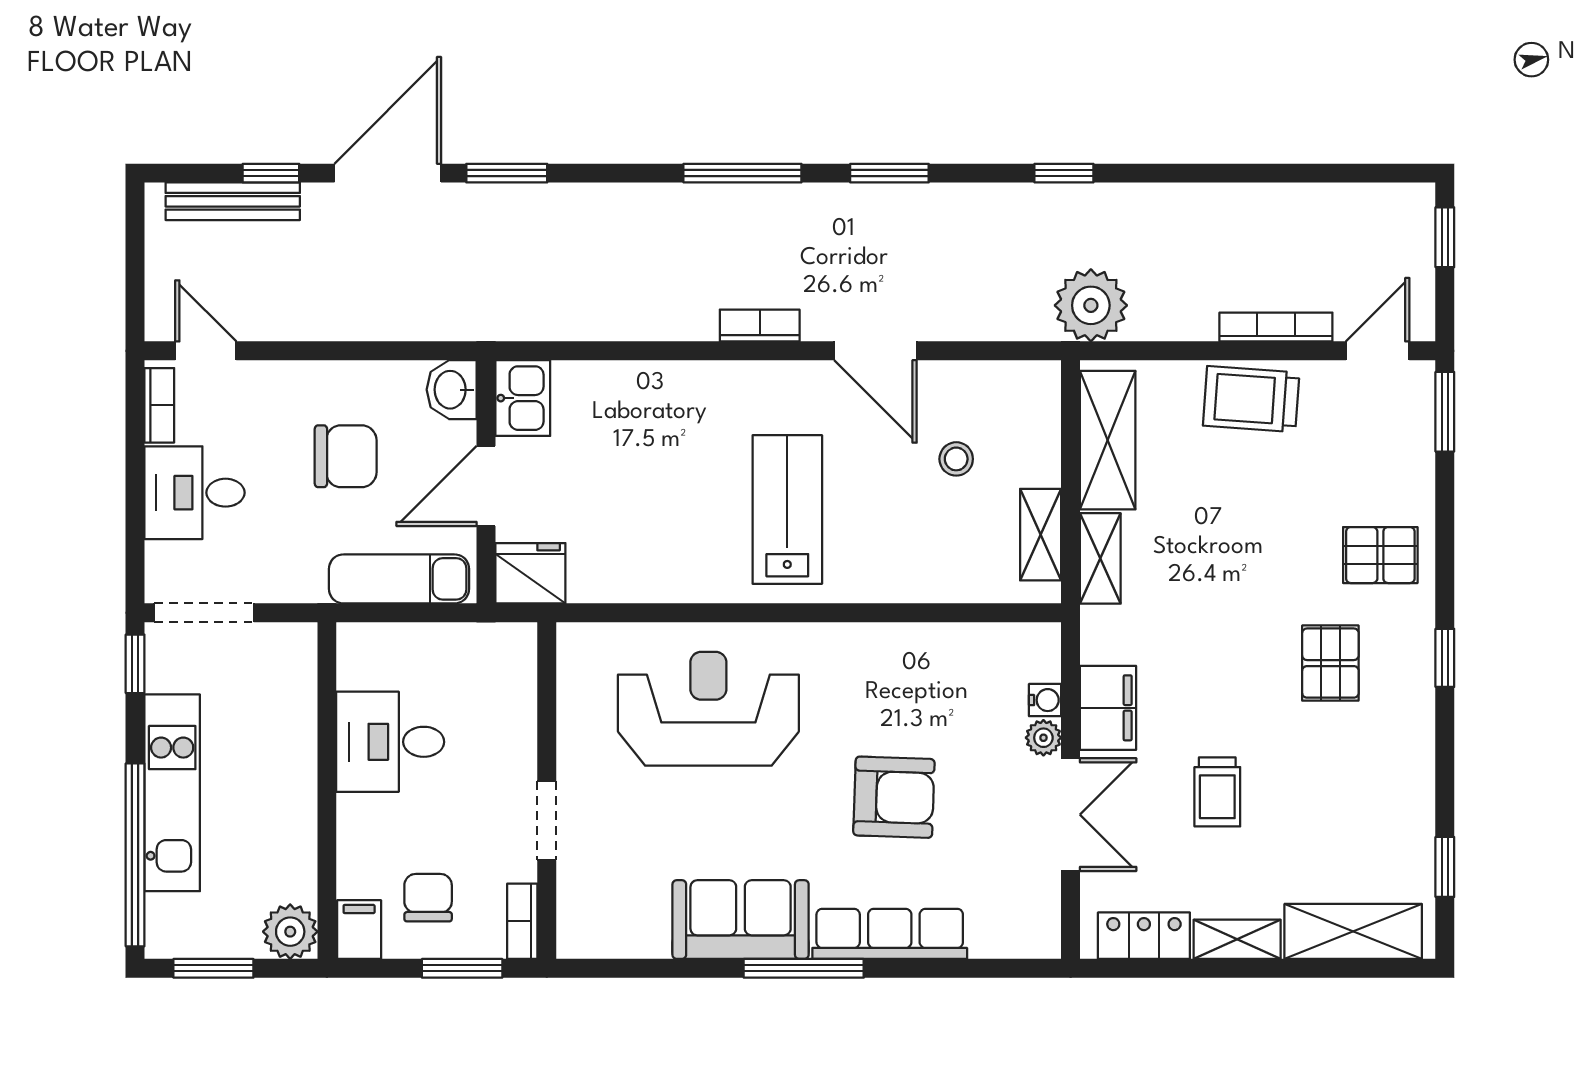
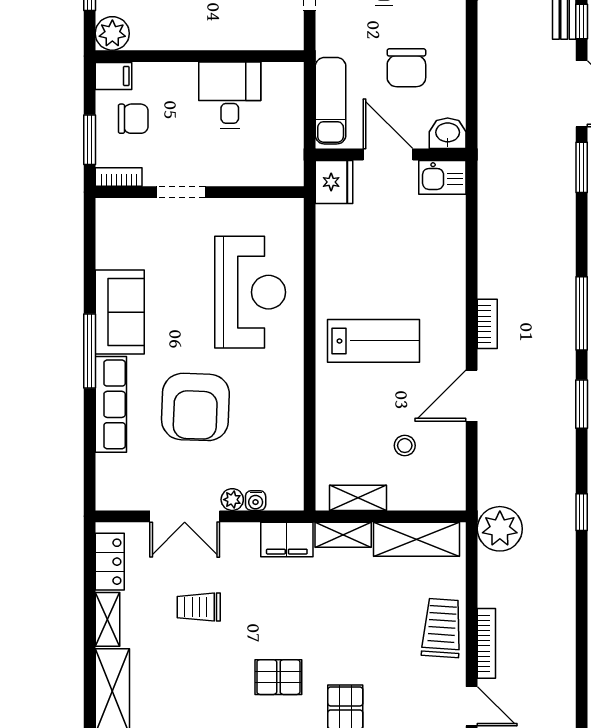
filing cabinet: (1108, 708) -> (287, 539), moved
armchair: (894, 797) -> (195, 407), width x1.36, depth x1.36

